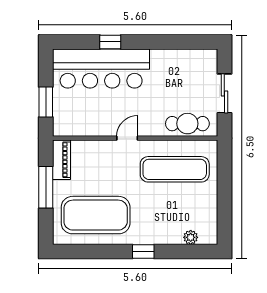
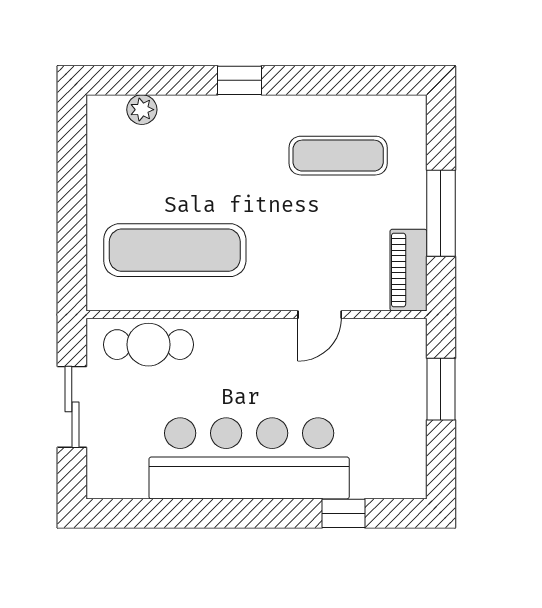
window: (110, 42) -> (344, 513), moved
bar counter: (101, 69) -> (249, 458), moved
door: (127, 138) -> (320, 315), moved
exercise mat: (96, 215) -> (338, 156), width x0.50, depth x0.69

